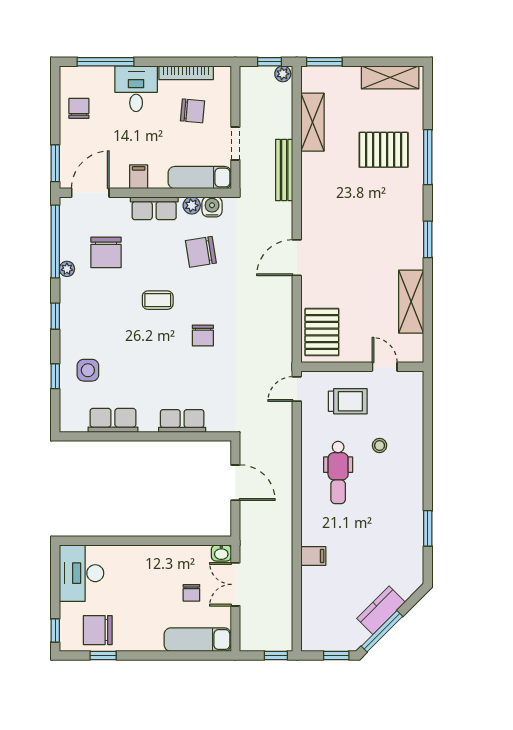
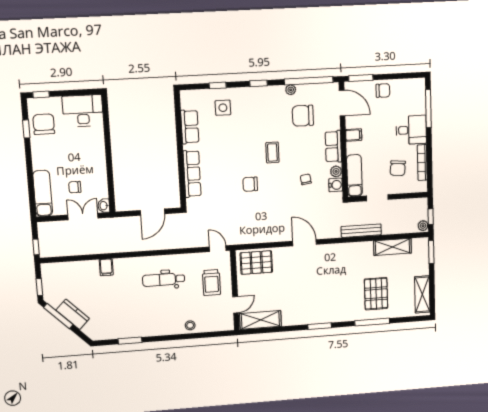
chair: (79, 108) -> (383, 90), moved
chair: (201, 252) -> (306, 179), width x0.54, depth x0.54
shelving: (411, 302) -> (260, 320), moved
row of seats: (182, 421) -> (192, 174), width x1.48
stool: (380, 446) -> (190, 325), moved

